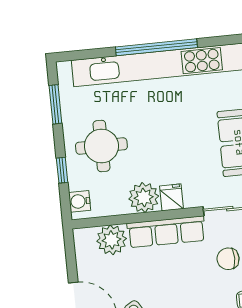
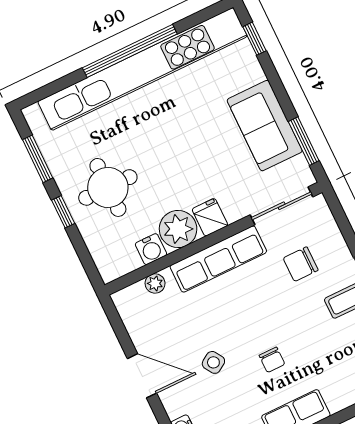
window: (62, 170) -> (63, 212), moved
water cooler: (80, 201) -> (151, 249), moved, turned -90
plant: (112, 240) -> (155, 283), width x0.53, depth x0.53

